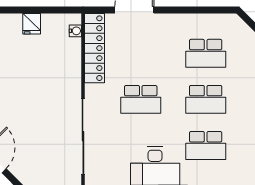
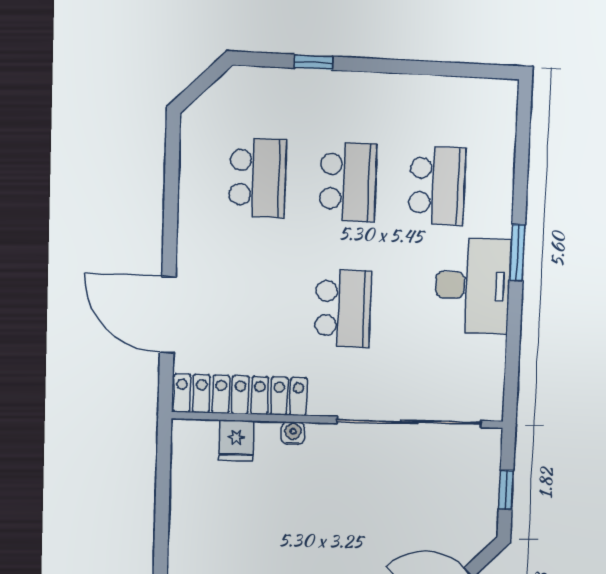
fridge: (32, 24) -> (236, 440), moved, turned 90
water cooler: (75, 31) -> (293, 433), moved

